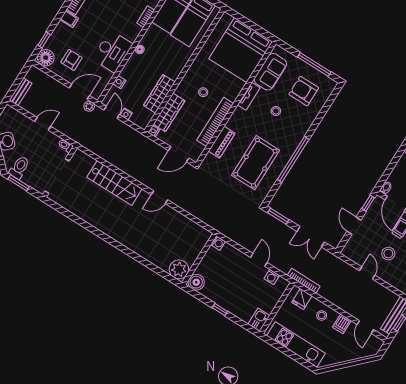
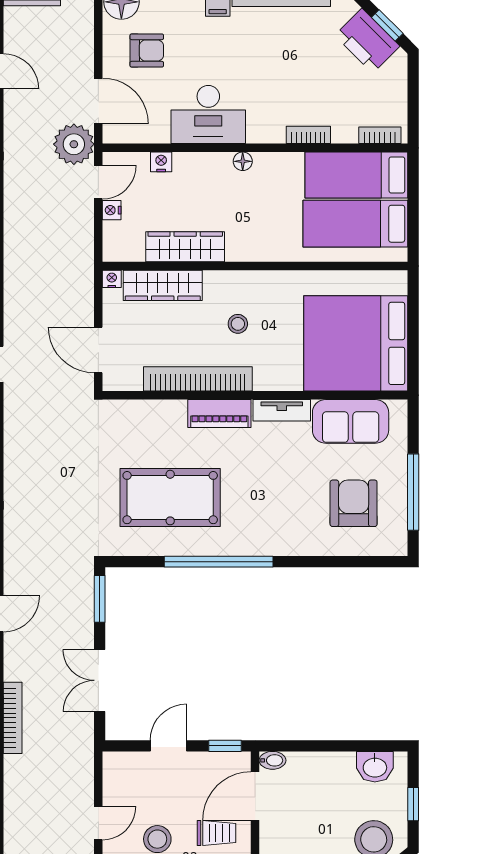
plant: (89, 106) -> (74, 144), width x1.87, depth x1.87
stool: (276, 111) -> (286, 476), removed
piano: (222, 142) -> (219, 414), moved

